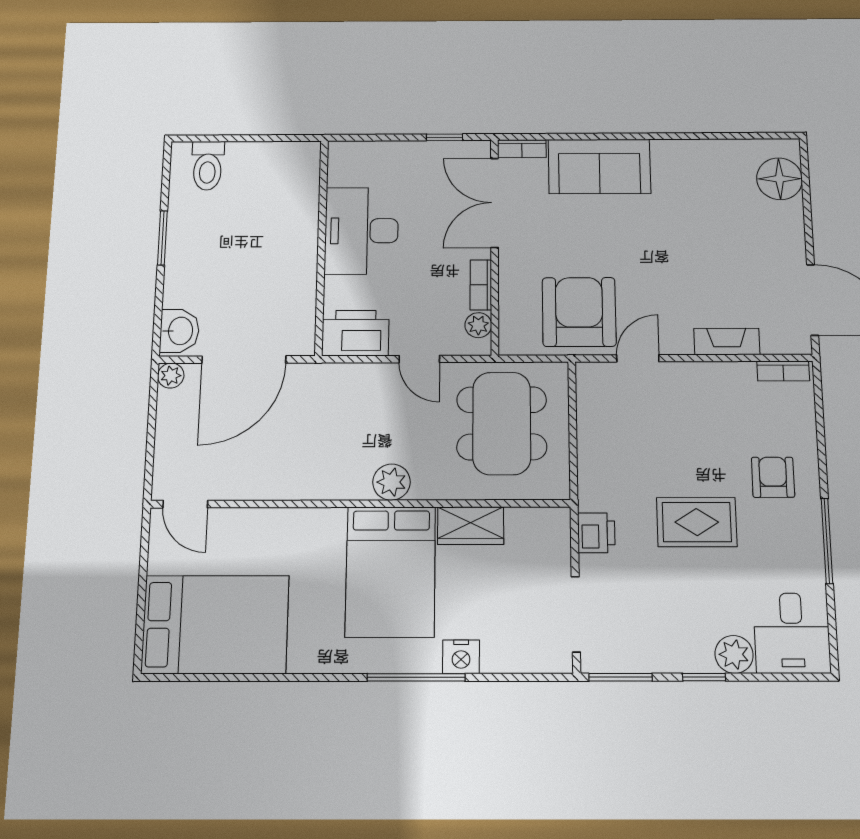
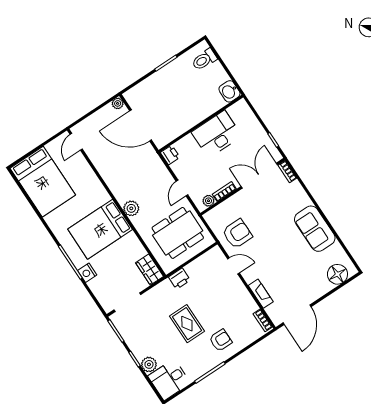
sofa: (599, 166) -> (315, 229), moved
armchair: (579, 312) -> (237, 234), width x0.73, depth x0.73
washbasin: (179, 331) -> (229, 91), moved, turned 90
printer: (355, 333) -> (170, 155), width x0.53, depth x0.68
wardrobe: (471, 526) -> (150, 270), moved
printer: (596, 533) -> (179, 279), moved

